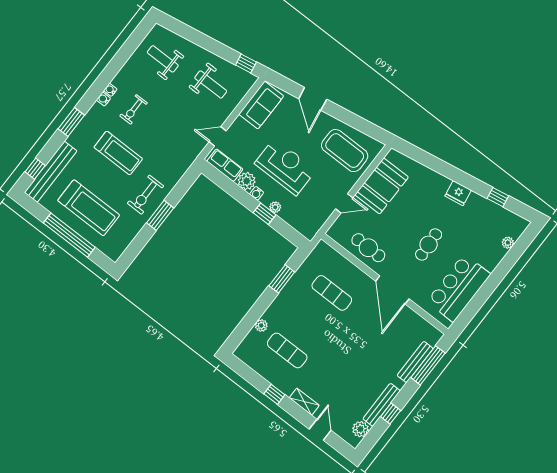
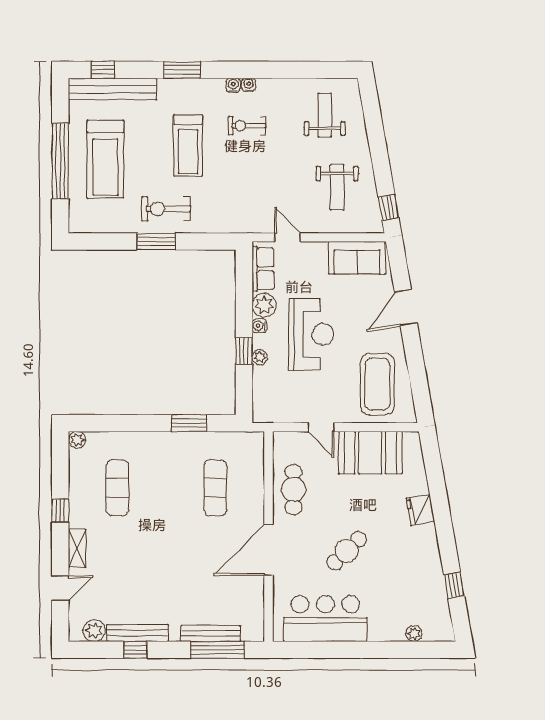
fridge: (458, 193) -> (420, 510), moved
cafe table: (429, 244) -> (347, 551), turned -41
plant: (261, 325) -> (77, 440), moved

